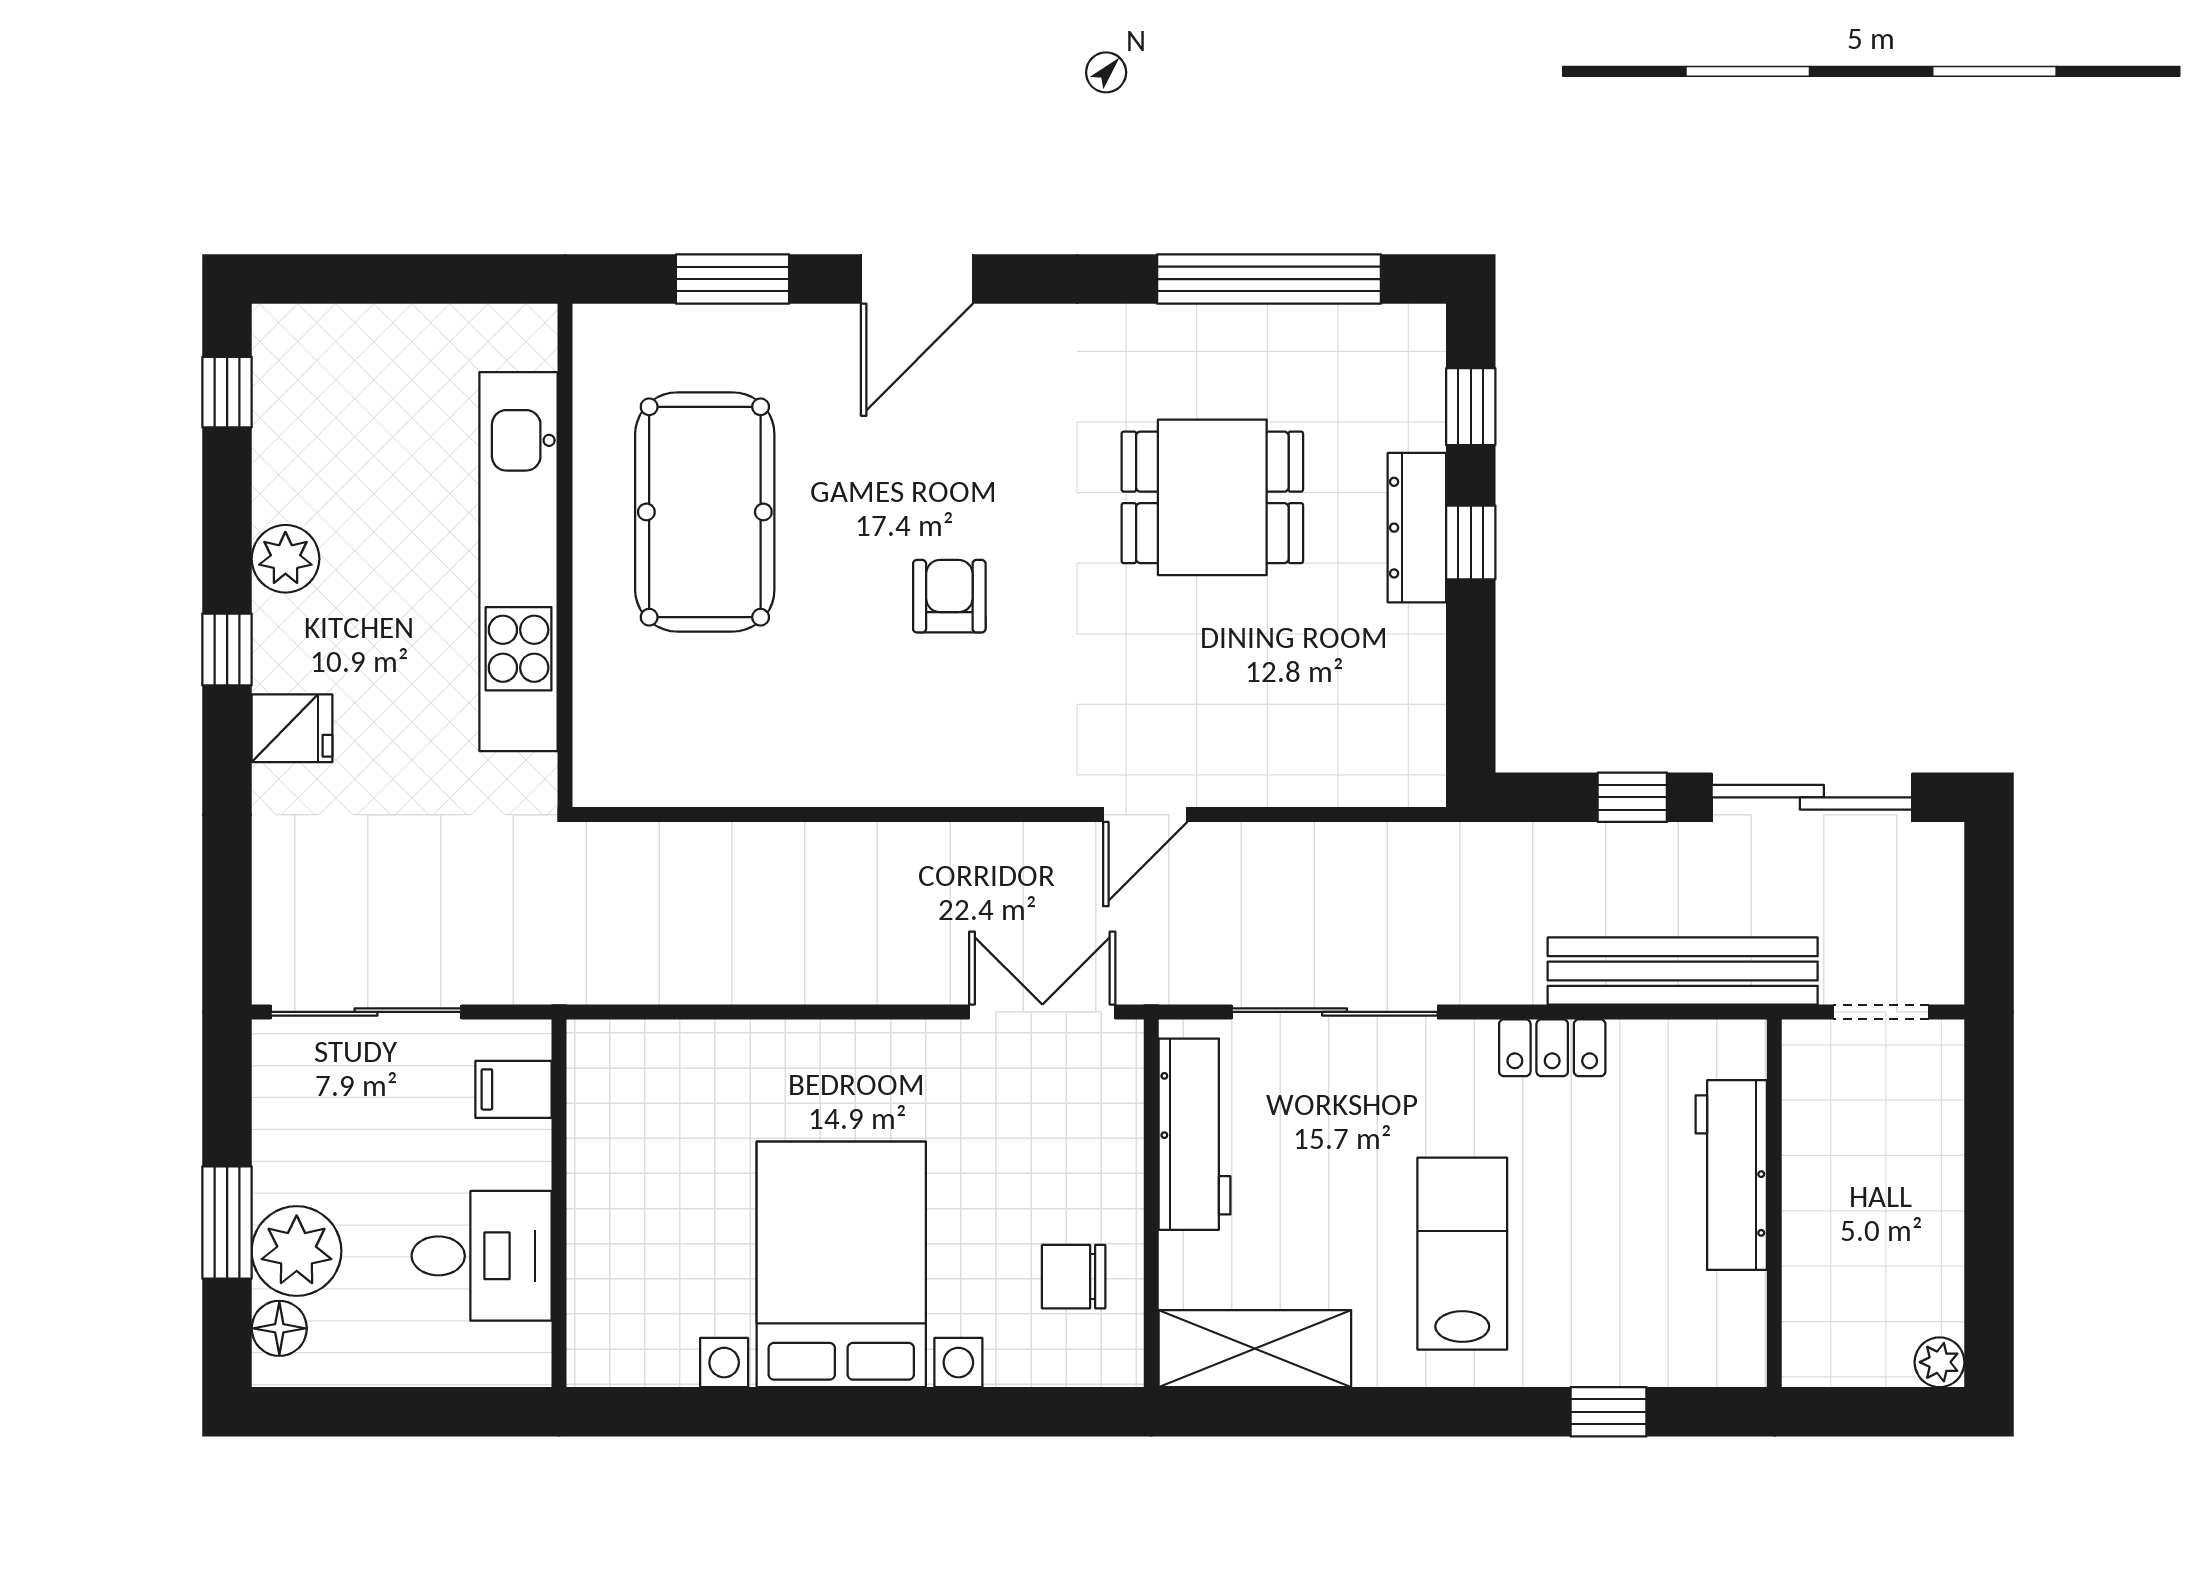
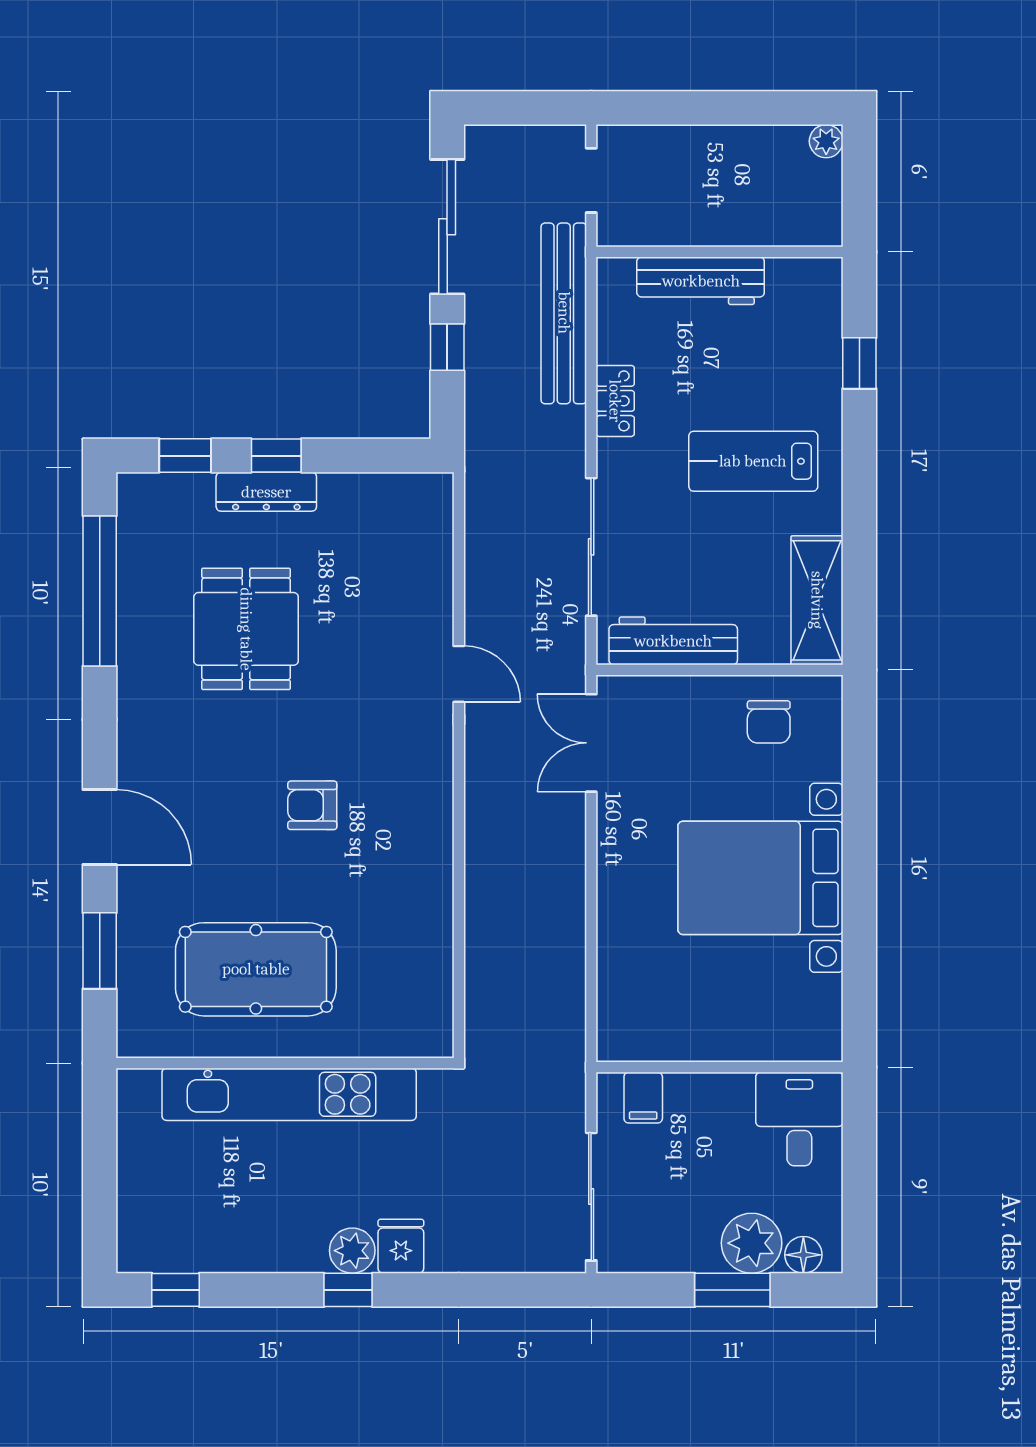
plant: (285, 559) -> (352, 1251), moved
desk: (482, 1256) -> (799, 1119), moved

